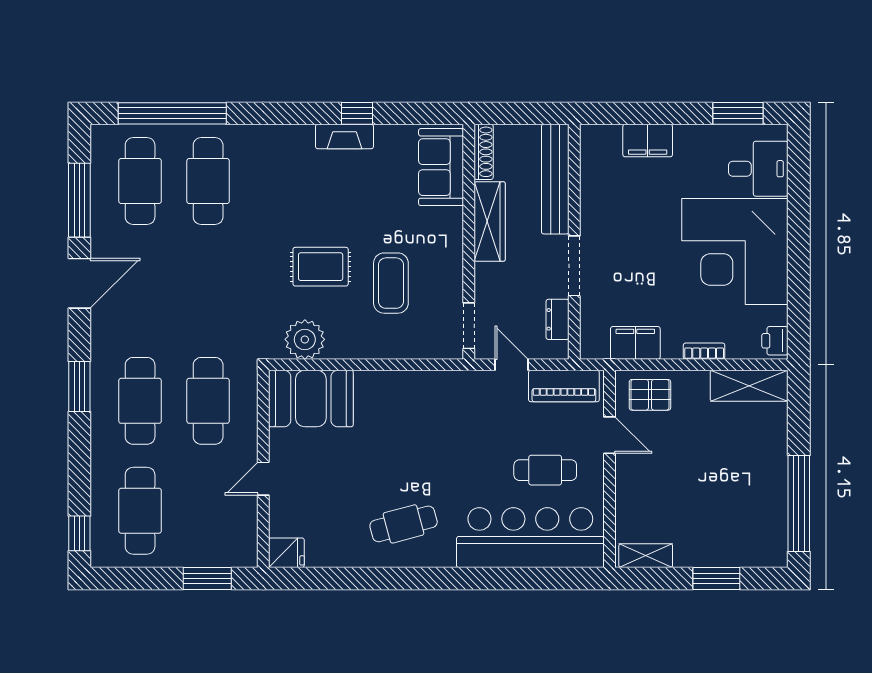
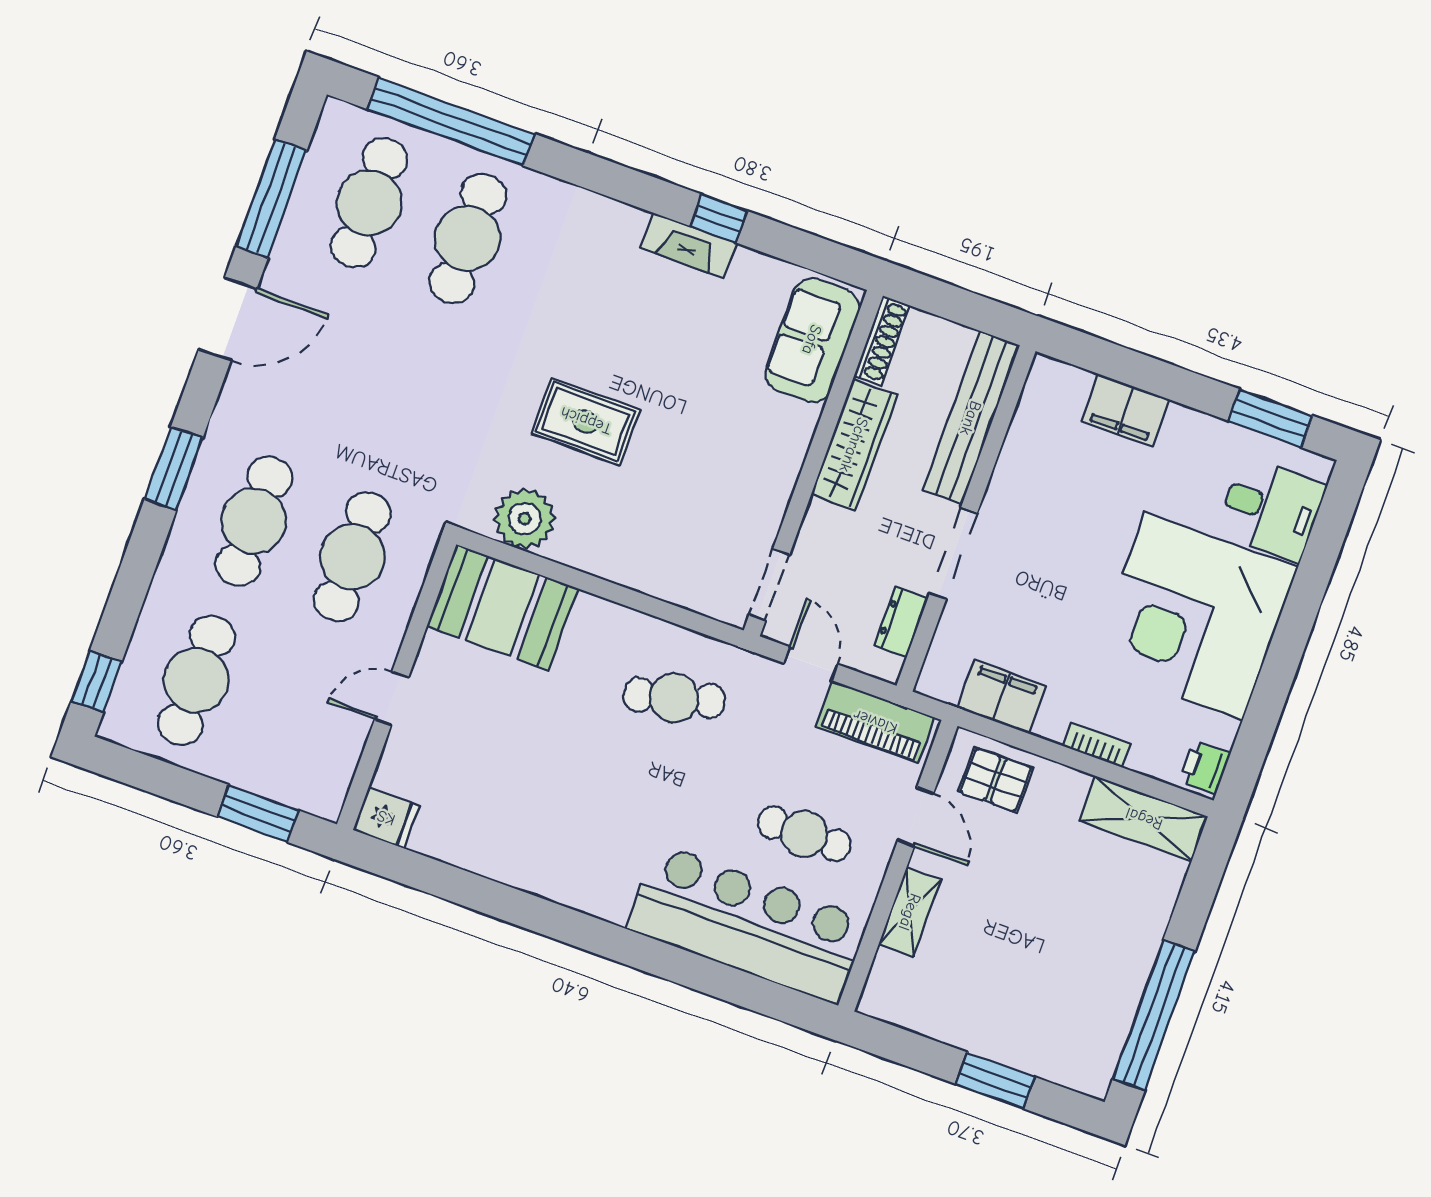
coffee table: (391, 283) -> (679, 482), removed
cafe table: (404, 524) -> (674, 698), moved
shelving: (646, 556) -> (910, 912), moved, turned 90

